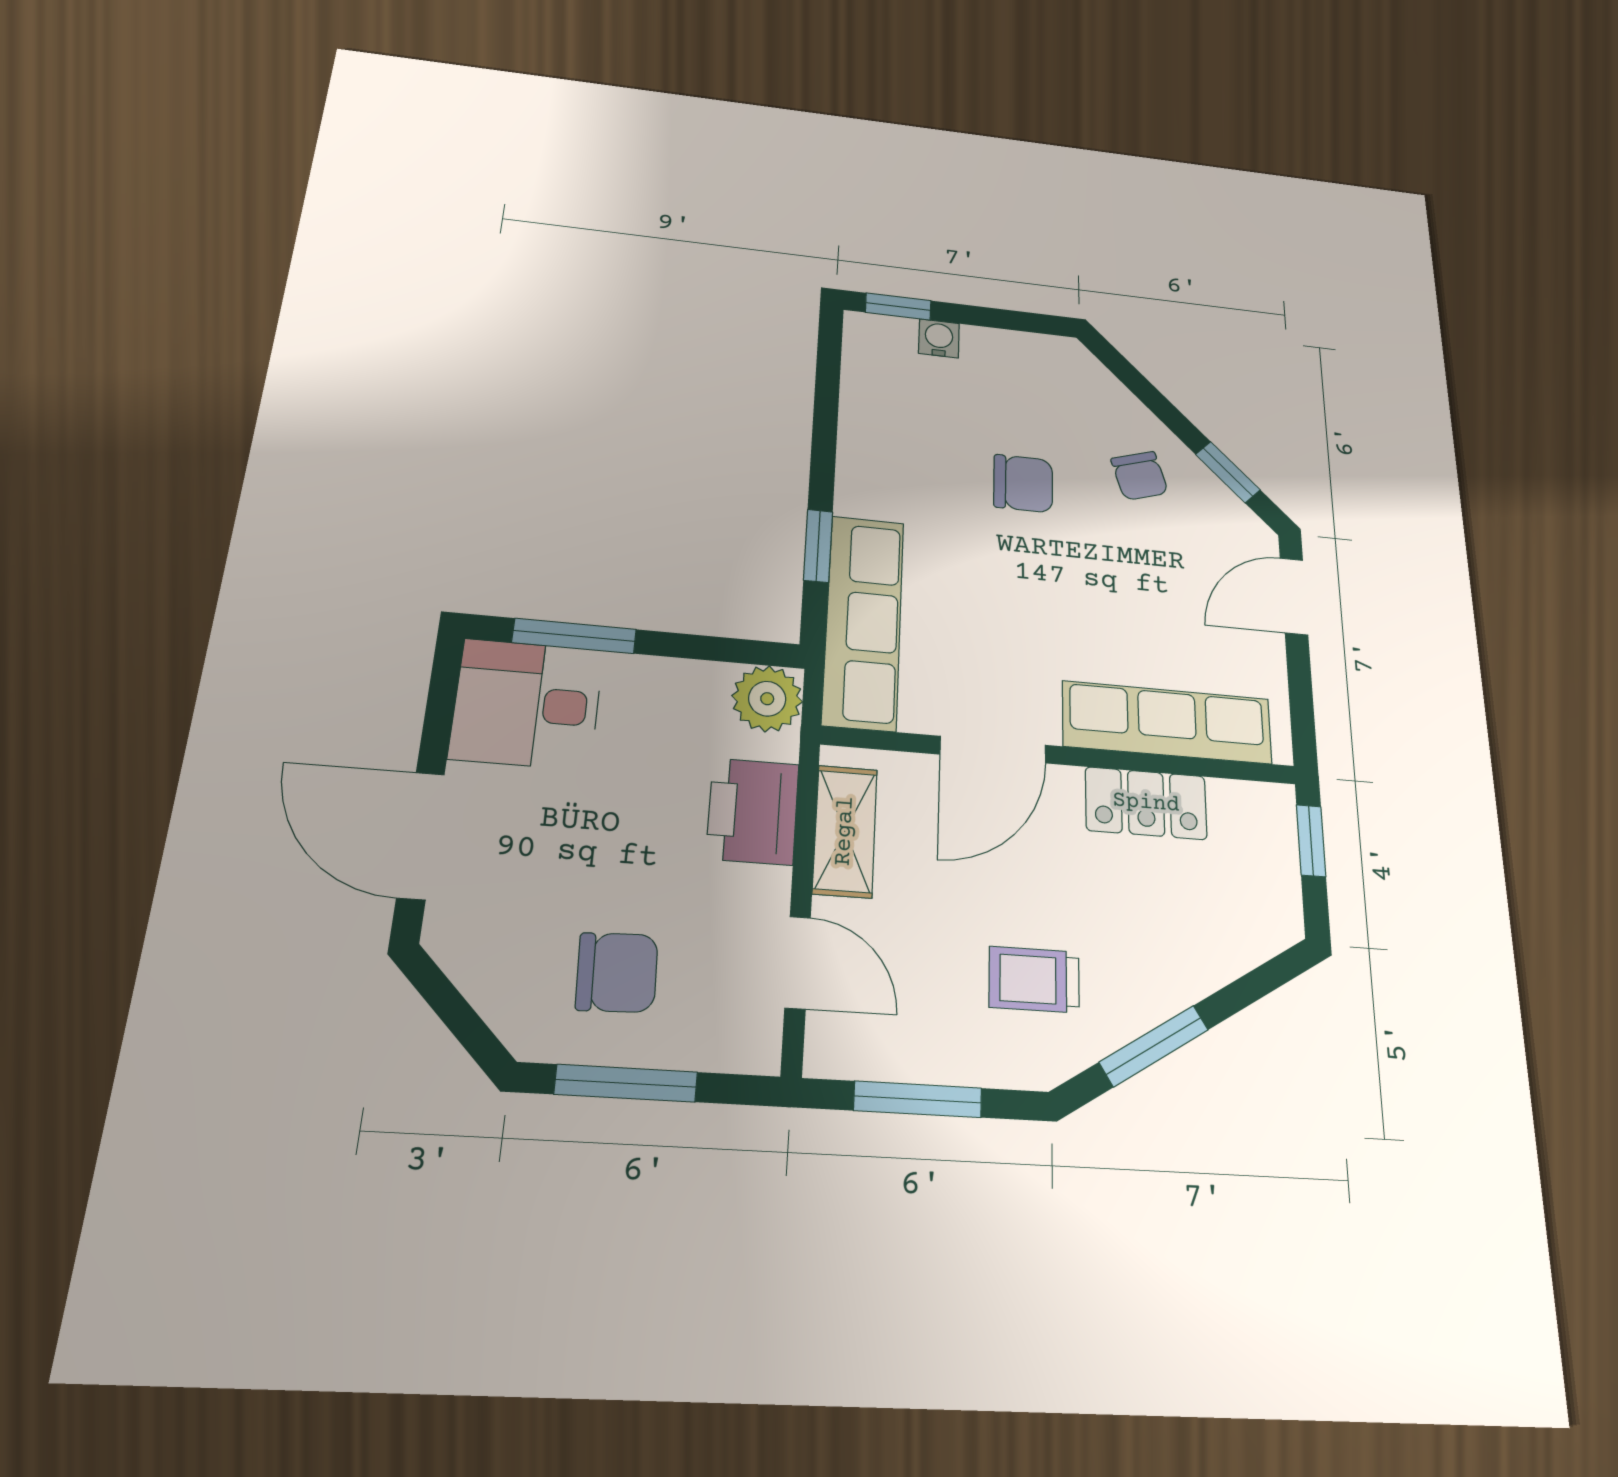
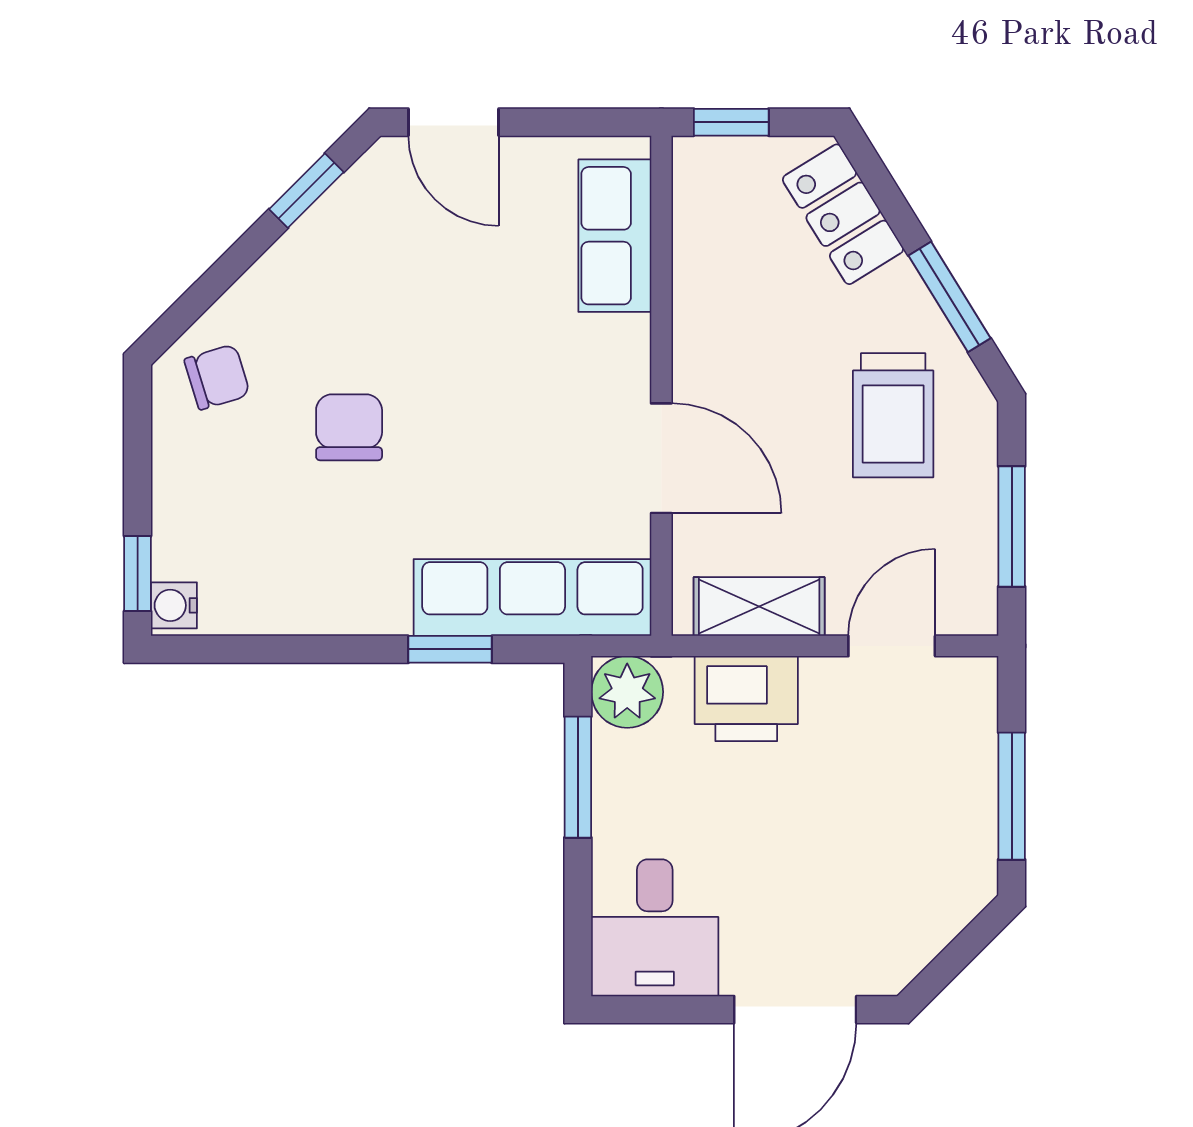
water cooler: (939, 338) -> (174, 605), moved
chair: (1140, 476) -> (217, 377), moved
window: (574, 636) -> (578, 777), moved
row of seats: (1167, 722) -> (615, 236), width x0.68
locker: (1146, 803) -> (843, 214), moved, turned 148
chair: (617, 972) -> (912, 814), removed
trolley: (1034, 980) -> (893, 415), width x1.36, depth x1.39

